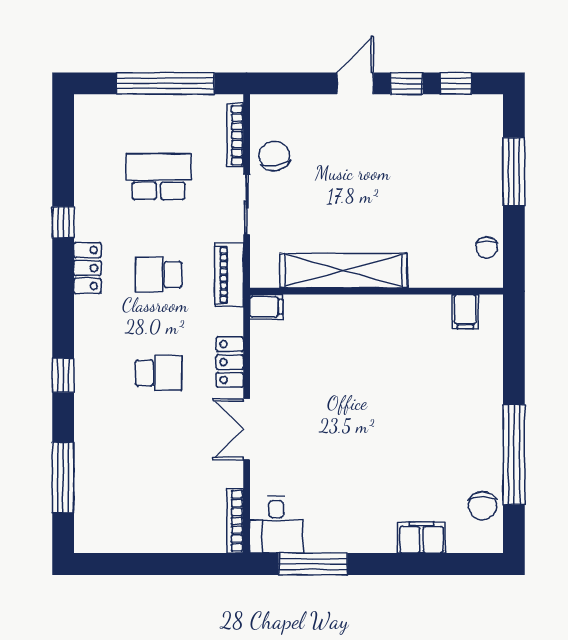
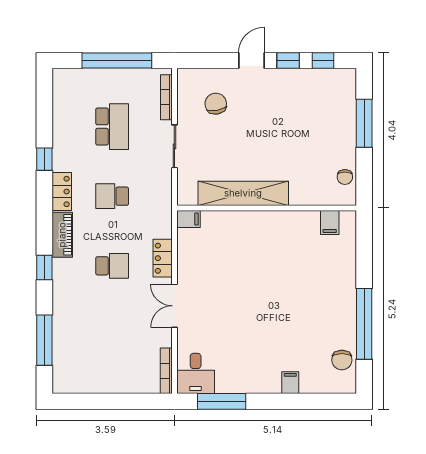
chair: (274, 156) -> (216, 104), moved
school desk: (159, 176) -> (112, 127), turned 90
piano: (229, 275) -> (62, 235), moved, turned 180
filing cabinet: (422, 537) -> (290, 383), width x0.50

